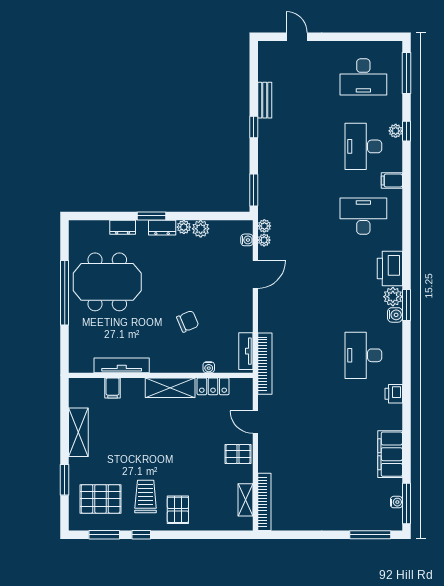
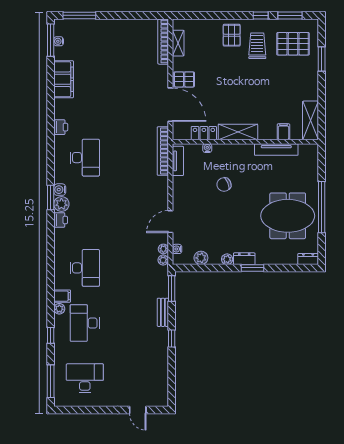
bench: (265, 100) -> (163, 312), moved
plant: (396, 131) -> (59, 309), moved
desk: (363, 146) -> (85, 323), turned 180
desk: (363, 216) -> (85, 268), turned -90
dresser: (123, 227) -> (308, 259), moved
plant: (201, 229) -> (201, 258), moved
printer: (390, 268) -> (61, 220), width x0.53, depth x0.68
door: (255, 422) -> (170, 105), width x1.88
shelving: (78, 432) -> (311, 120), moved
trolley: (146, 497) -> (257, 46), turned 180

